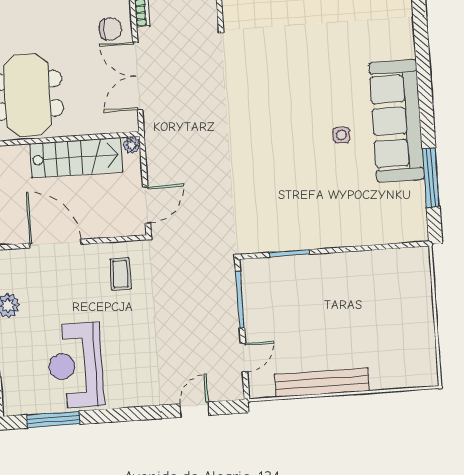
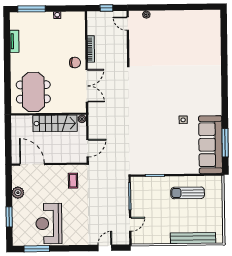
double door: (138, 76) -> (87, 86), swing flipped
sofa: (397, 121) -> (211, 145), moved
door: (55, 244) -> (32, 164), moved
sun lounger: (359, 286) -> (188, 193), added
bench: (322, 383) -> (193, 238), moved

